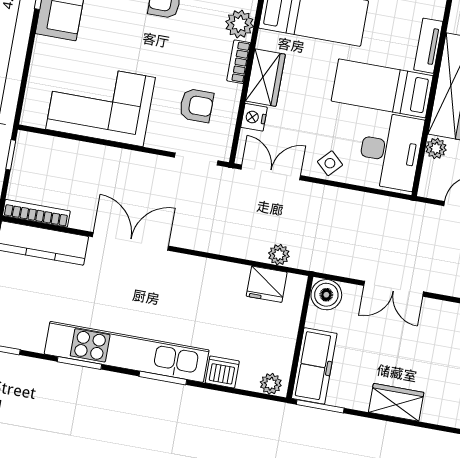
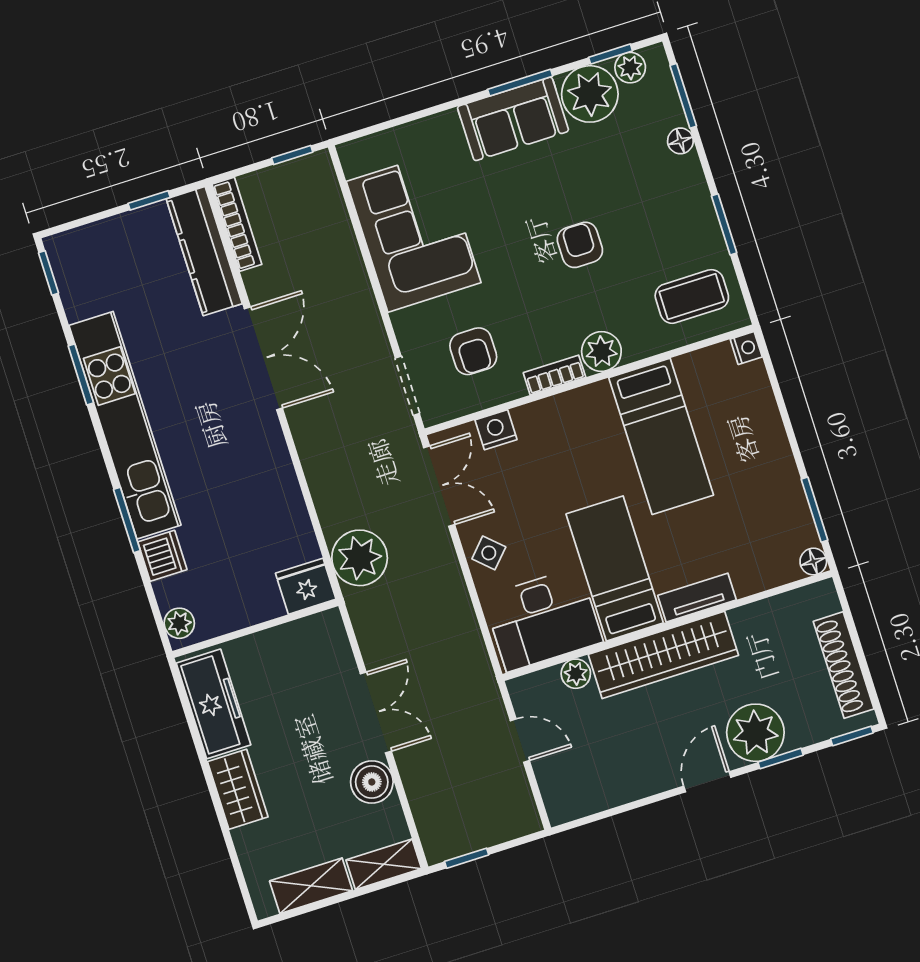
wardrobe: (265, 78) -> (552, 418), removed
plant: (279, 255) -> (360, 558), width x1.88, depth x1.88
fridge: (267, 284) -> (306, 586), moved, turned 90
double door: (394, 289) -> (376, 713), swing flipped
boiler: (326, 295) -> (372, 782), moved
freezer: (314, 366) -> (214, 704), moved, turned -90
window: (163, 378) -> (127, 520), moved
window: (320, 406) -> (184, 698), removed

